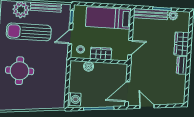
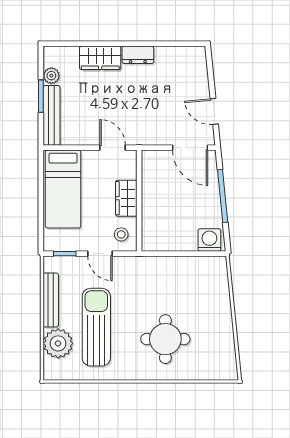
sun lounger: (29, 32) -> (96, 327), turned 180
boiler: (89, 66) -> (150, 218), removed
door: (147, 107) -> (214, 111), hinge flipped

